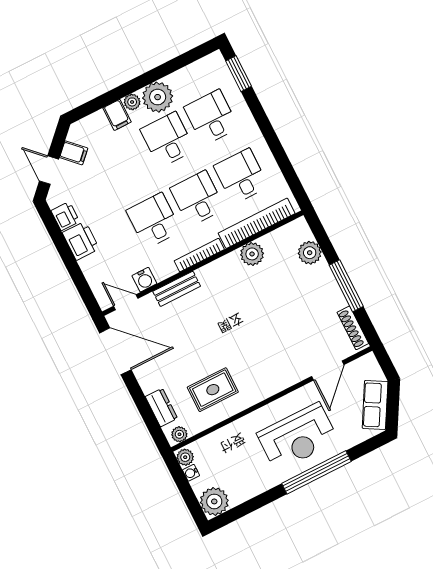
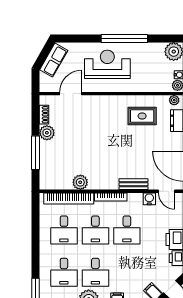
plant: (310, 253) -> (47, 133), moved
window: (346, 286) -> (36, 153), moved
shoe rack: (353, 328) -> (44, 115), width x0.70
window: (316, 472) -> (124, 39), moved

